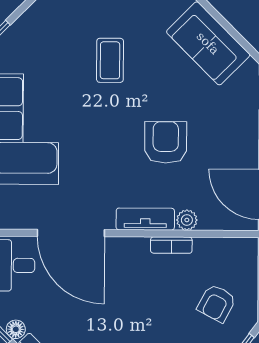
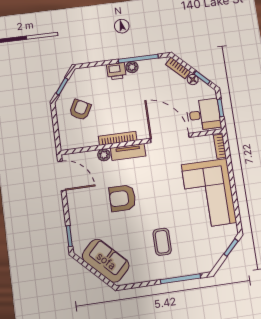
armchair: (166, 142) -> (123, 198), turned 90
bookcase: (171, 245) -> (118, 138), width x1.56

